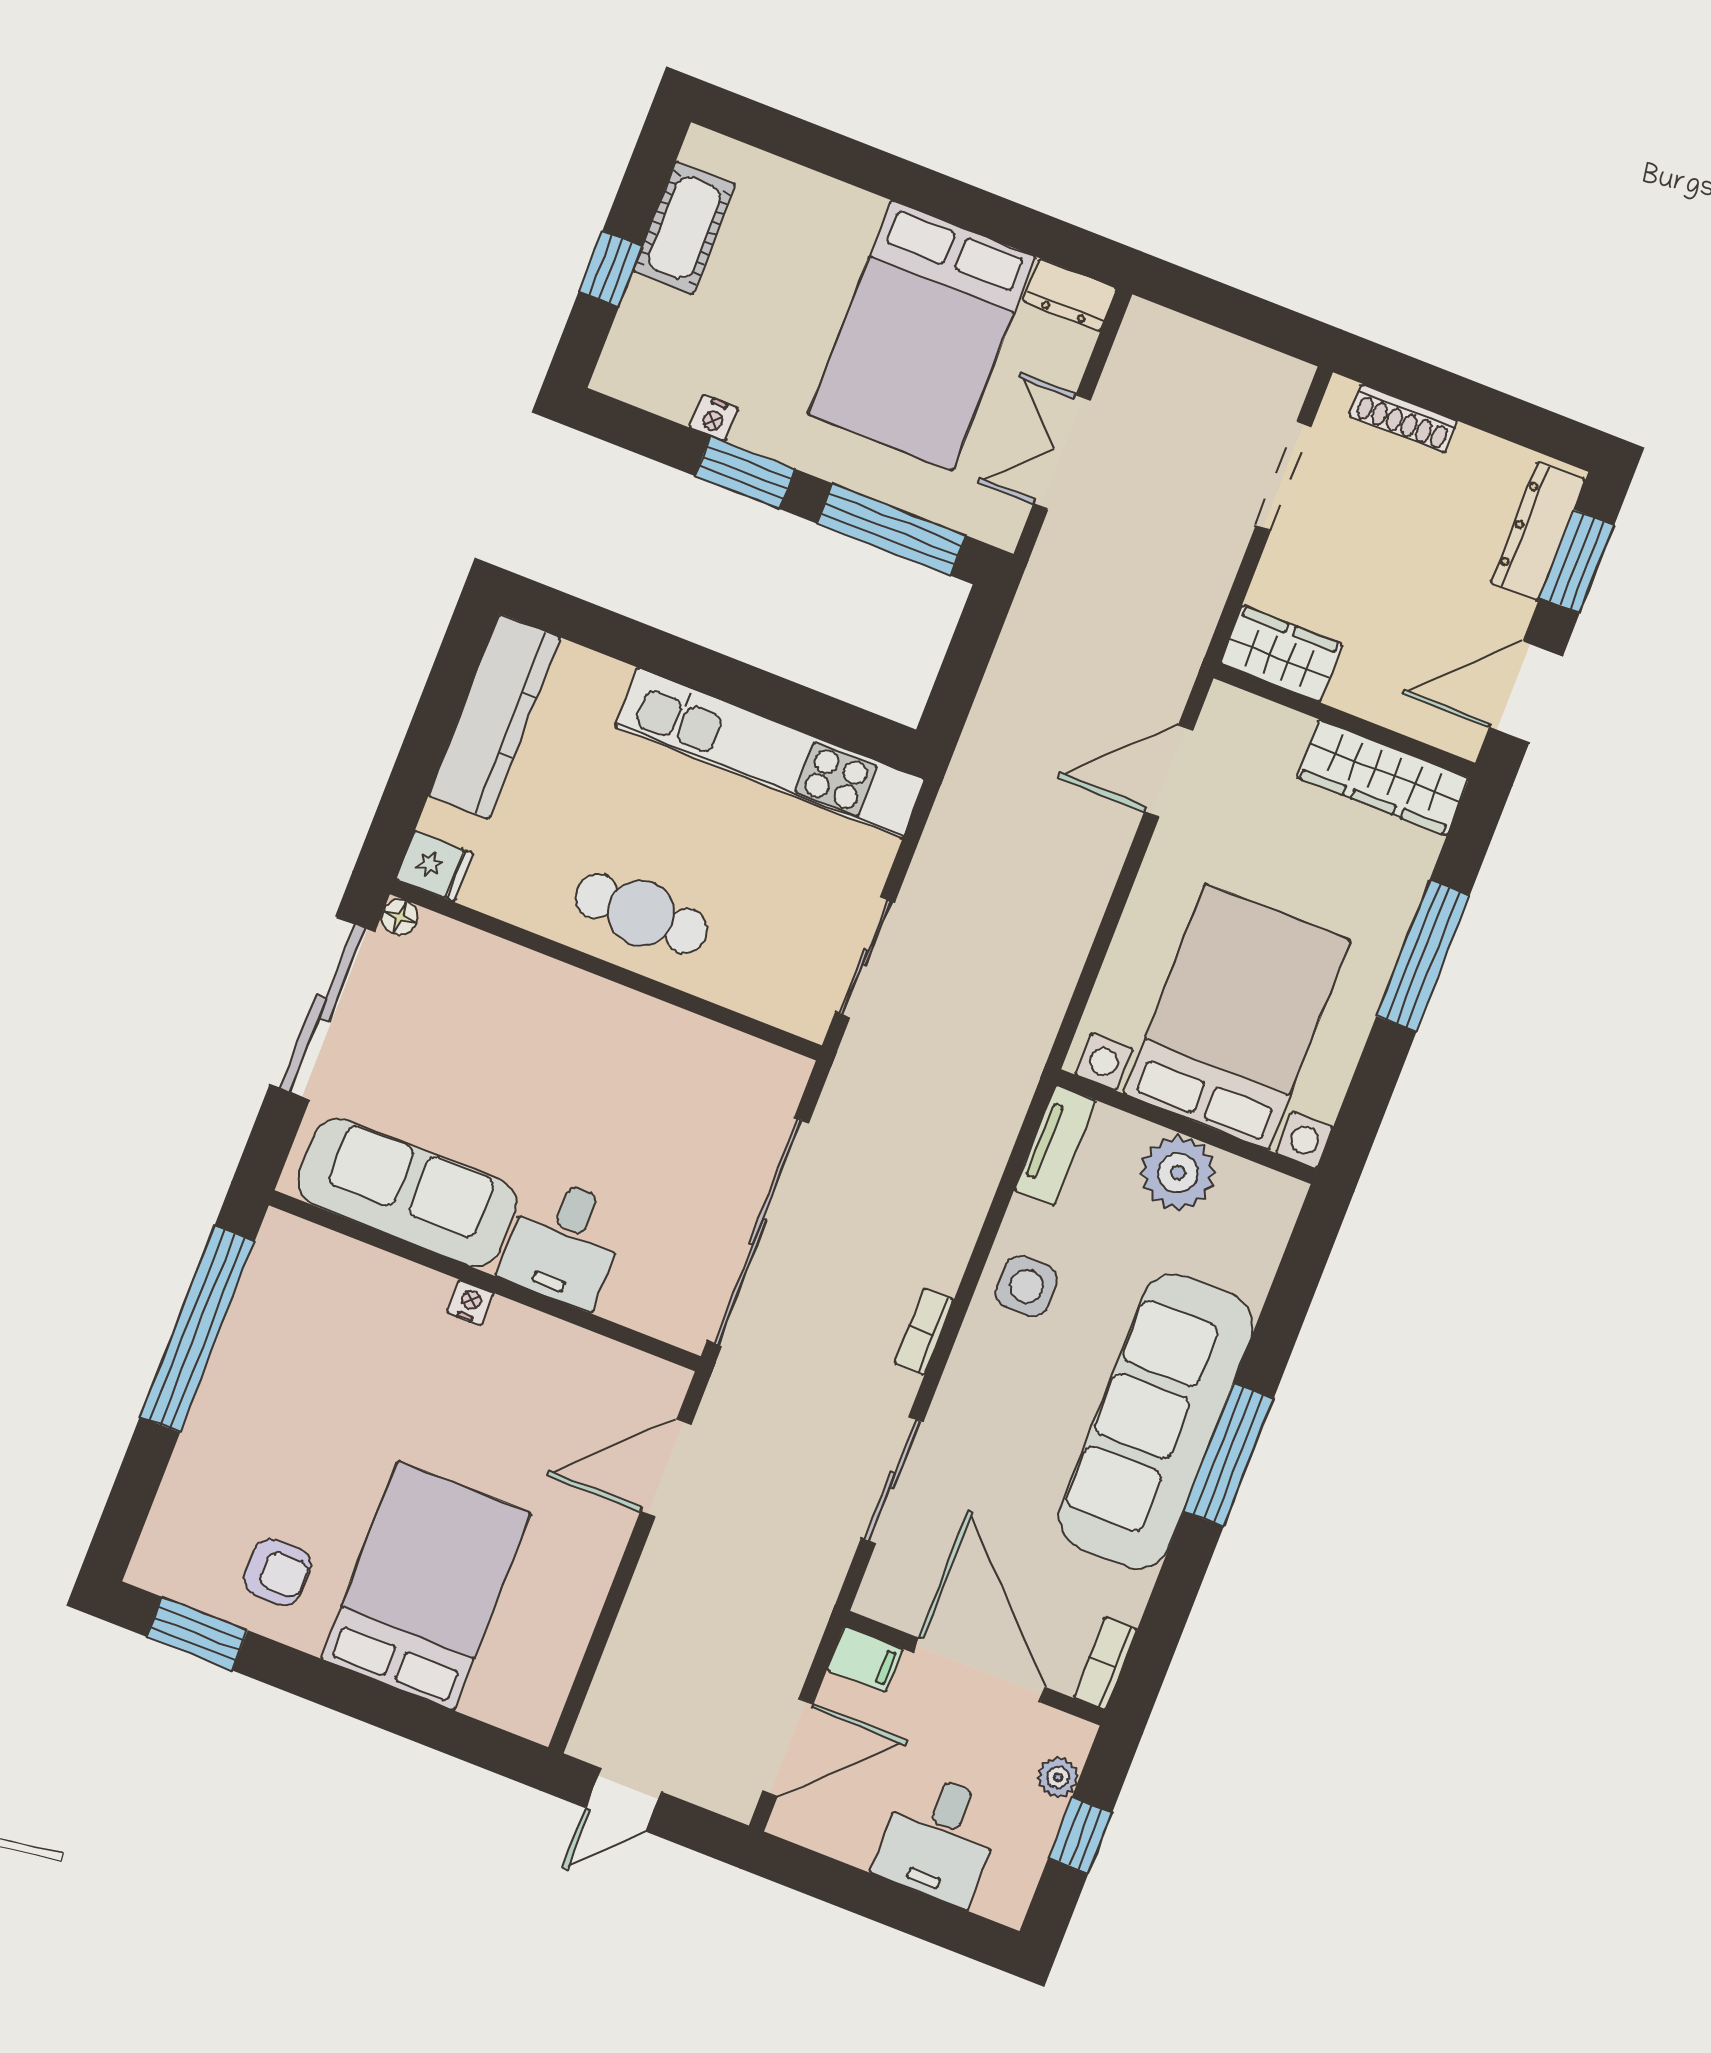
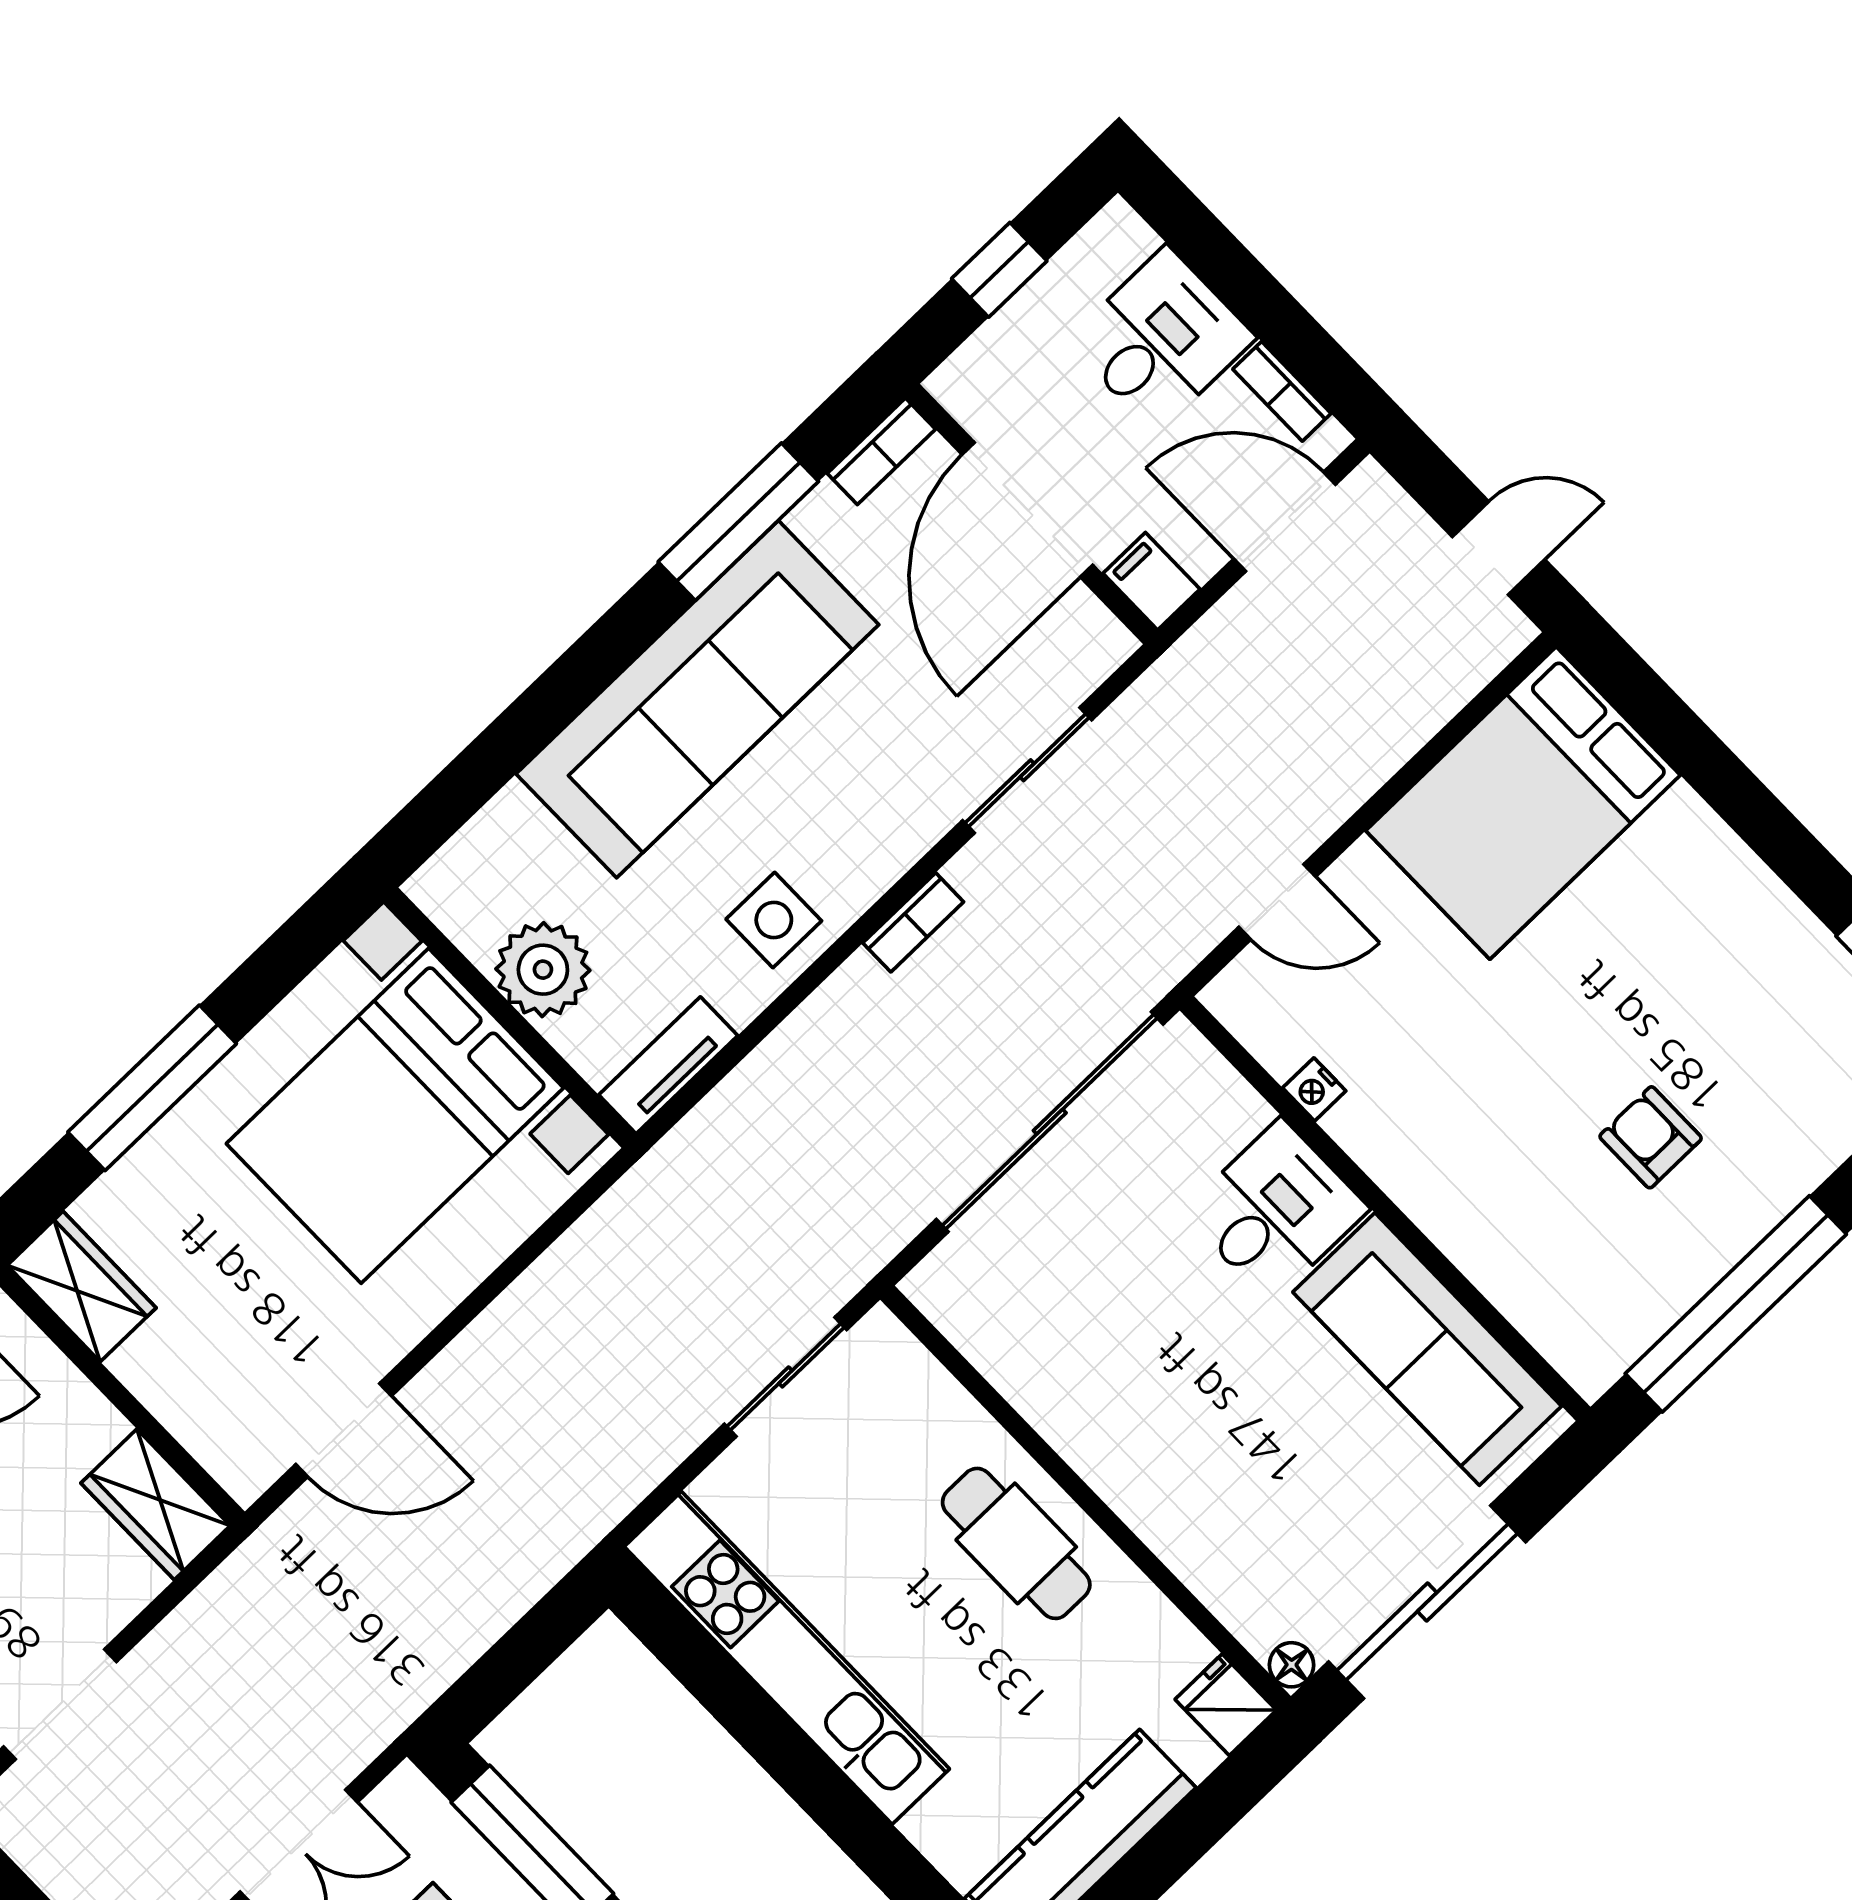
wardrobe: (1383, 778) -> (82, 1287), width x0.67
nightstand: (470, 1303) -> (1314, 1089), moved
window: (1229, 1455) -> (738, 522), moved
door: (666, 1468) -> (1277, 902), width x0.73
armchair: (277, 1572) -> (1651, 1137), moved
bed: (426, 1586) -> (1523, 803), moved
plant: (1058, 1777) -> (994, 347), removed
bookcase: (834, 1841) -> (1282, 391), added

